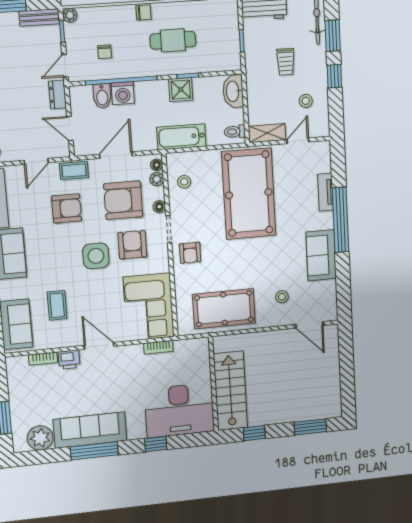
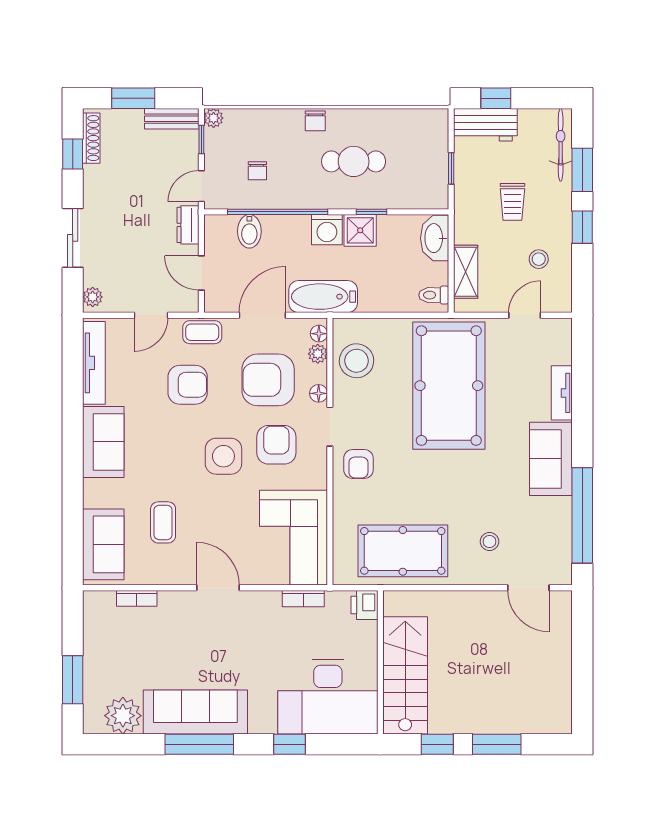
chair: (144, 12) -> (315, 121), turned 90
washing machine: (123, 93) -> (327, 230), moved
shelving: (267, 133) -> (466, 272), moved, turned 90
bathtub: (181, 137) -> (323, 297), moved
stool: (184, 182) -> (357, 361), width x1.89, depth x1.89
window: (341, 220) -> (582, 515), moved
sofa: (321, 255) -> (551, 459), moved
printer: (69, 360) -> (365, 605), moved, turned 90
window: (310, 427) -> (497, 744), moved

